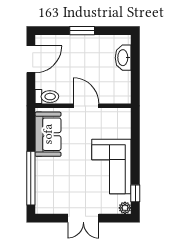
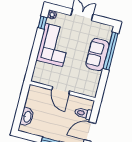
toilet: (47, 97) -> (83, 113), moved
sofa: (48, 134) -> (97, 55), moved

